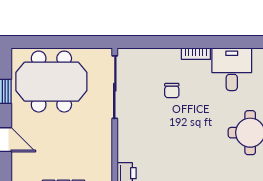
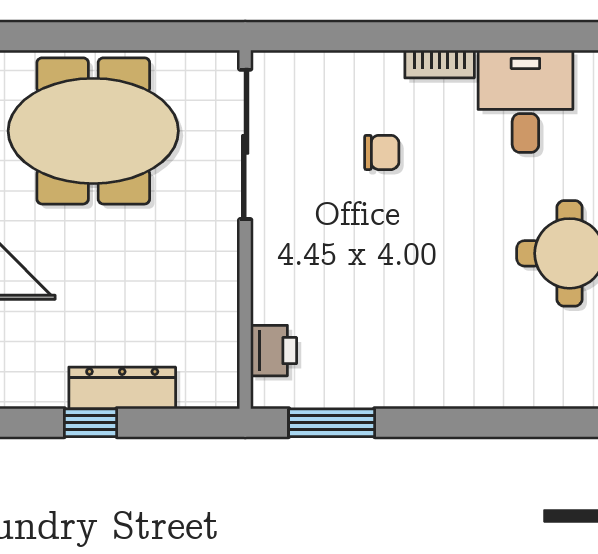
chair: (172, 91) -> (382, 152), turned -90

